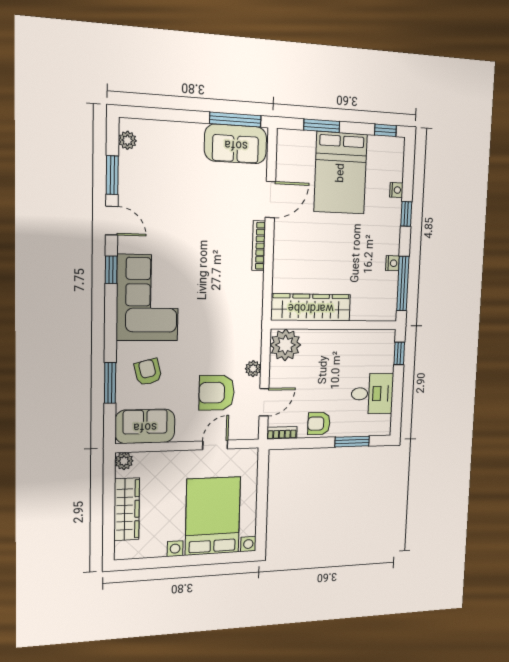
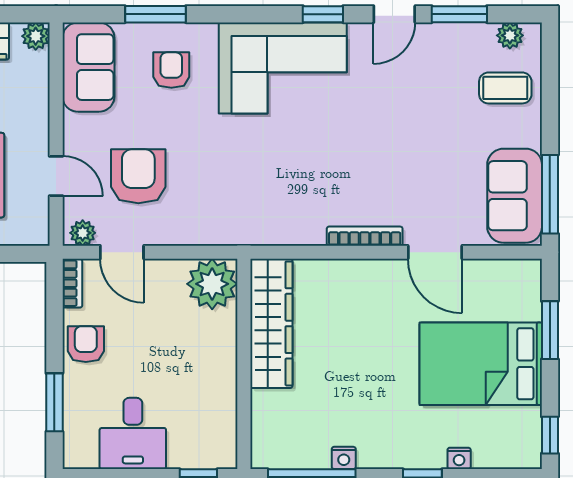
coffee table: (164, 146) -> (505, 88), added
plant: (253, 369) -> (83, 233), moved
armchair: (148, 372) -> (171, 70), turned -76

